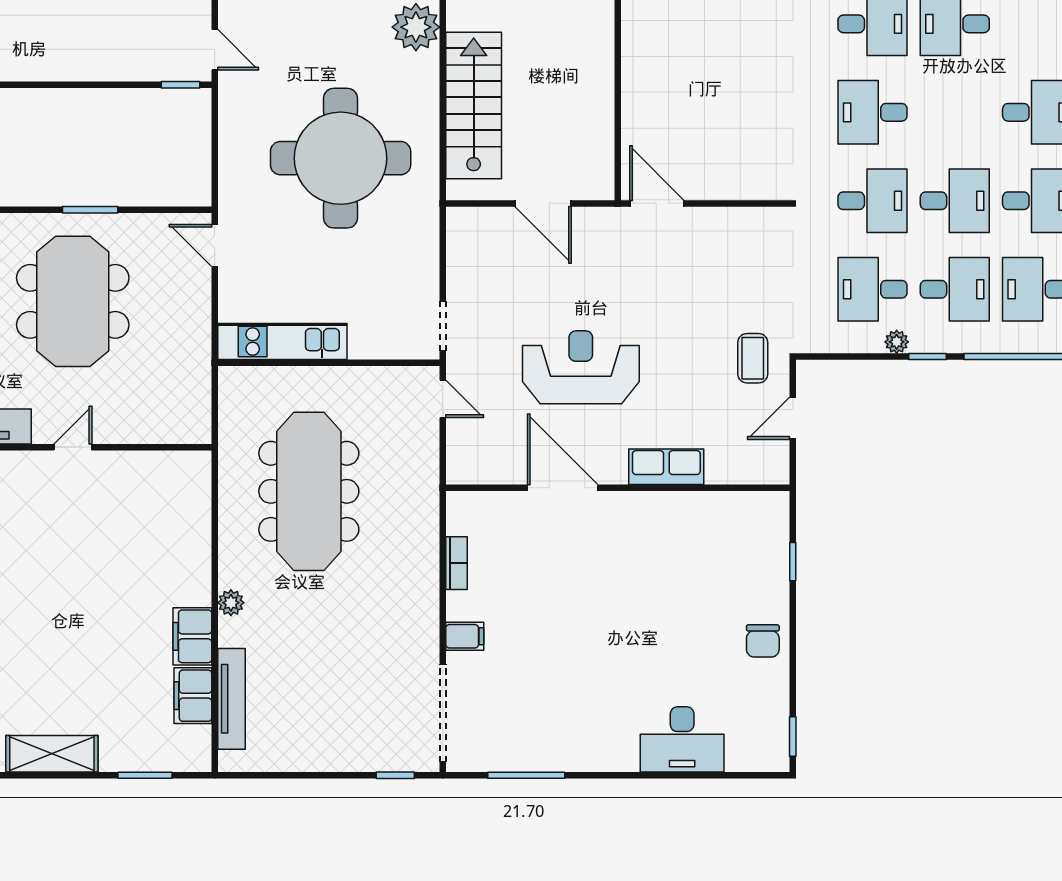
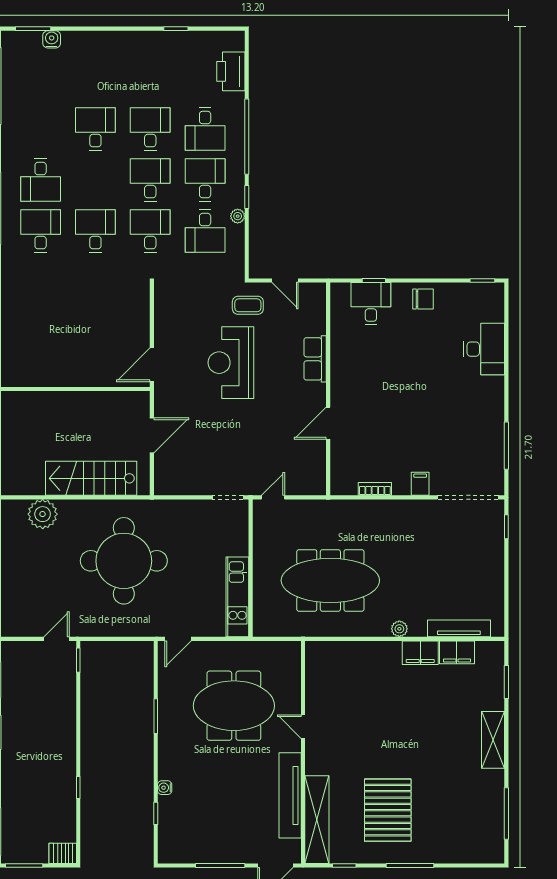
desk: (873, 112) -> (95, 231), turned 180
meeting table: (73, 301) -> (234, 706), moved
reception desk: (581, 367) -> (231, 363), moved
door: (563, 488) -> (328, 423), width x0.73
desk: (756, 557) -> (371, 304), added

